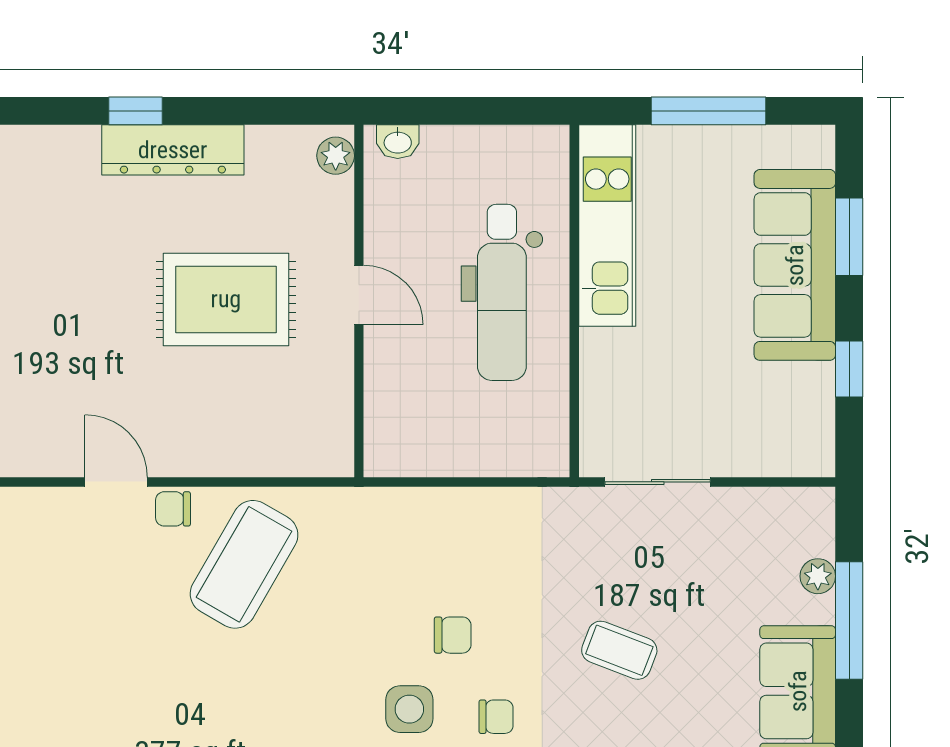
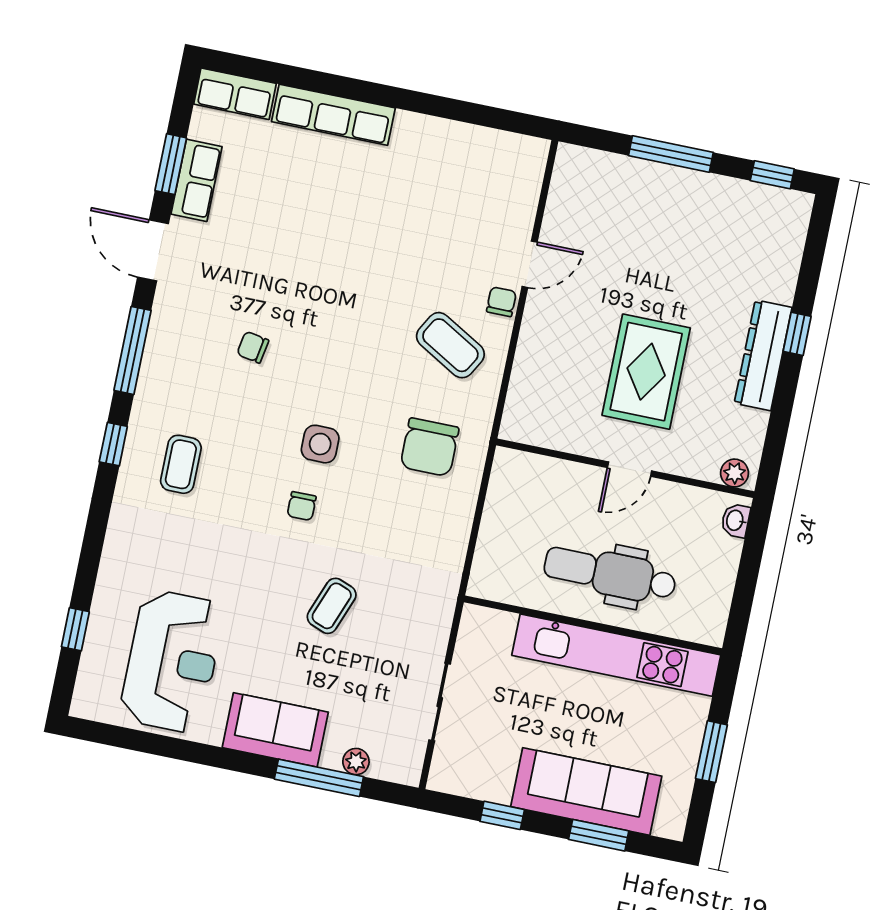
window: (709, 111) -> (711, 752), width x0.69
kitchen unit: (607, 226) -> (616, 655), width x1.36
sliding door: (658, 482) -> (440, 702), moved
coffee table: (244, 564) -> (450, 345), width x0.73, depth x0.76
chair: (453, 635) -> (429, 447), moved, width x1.87, depth x1.87

